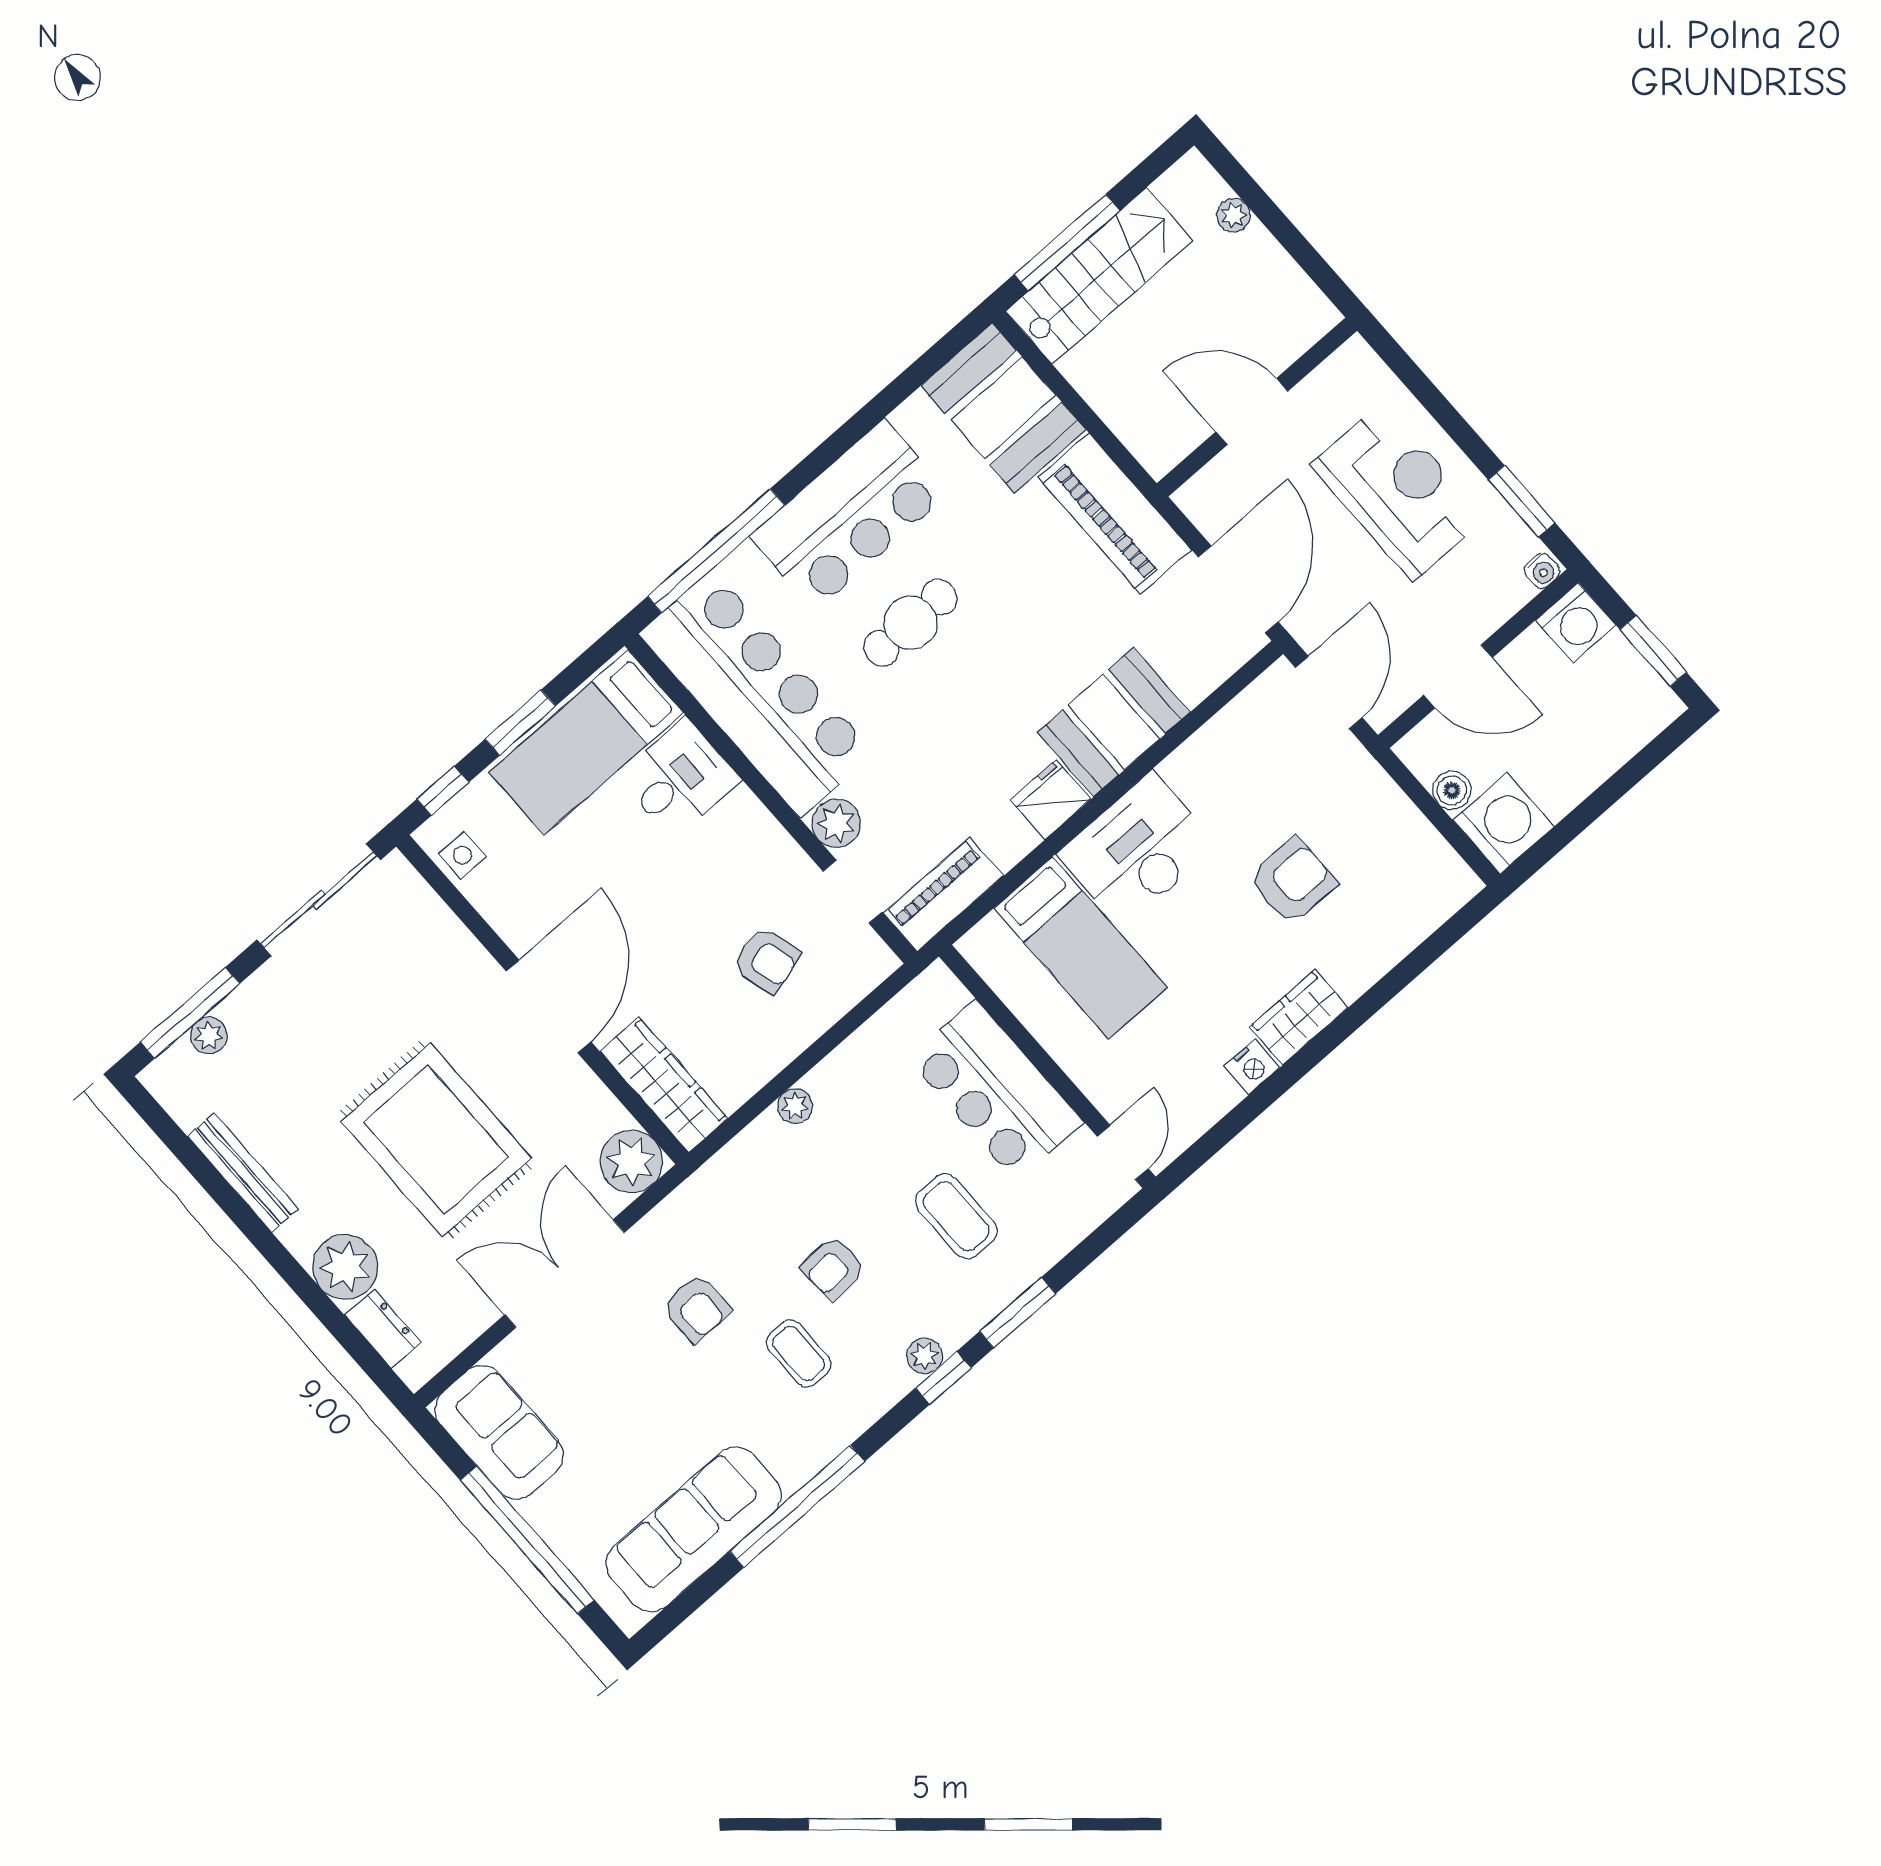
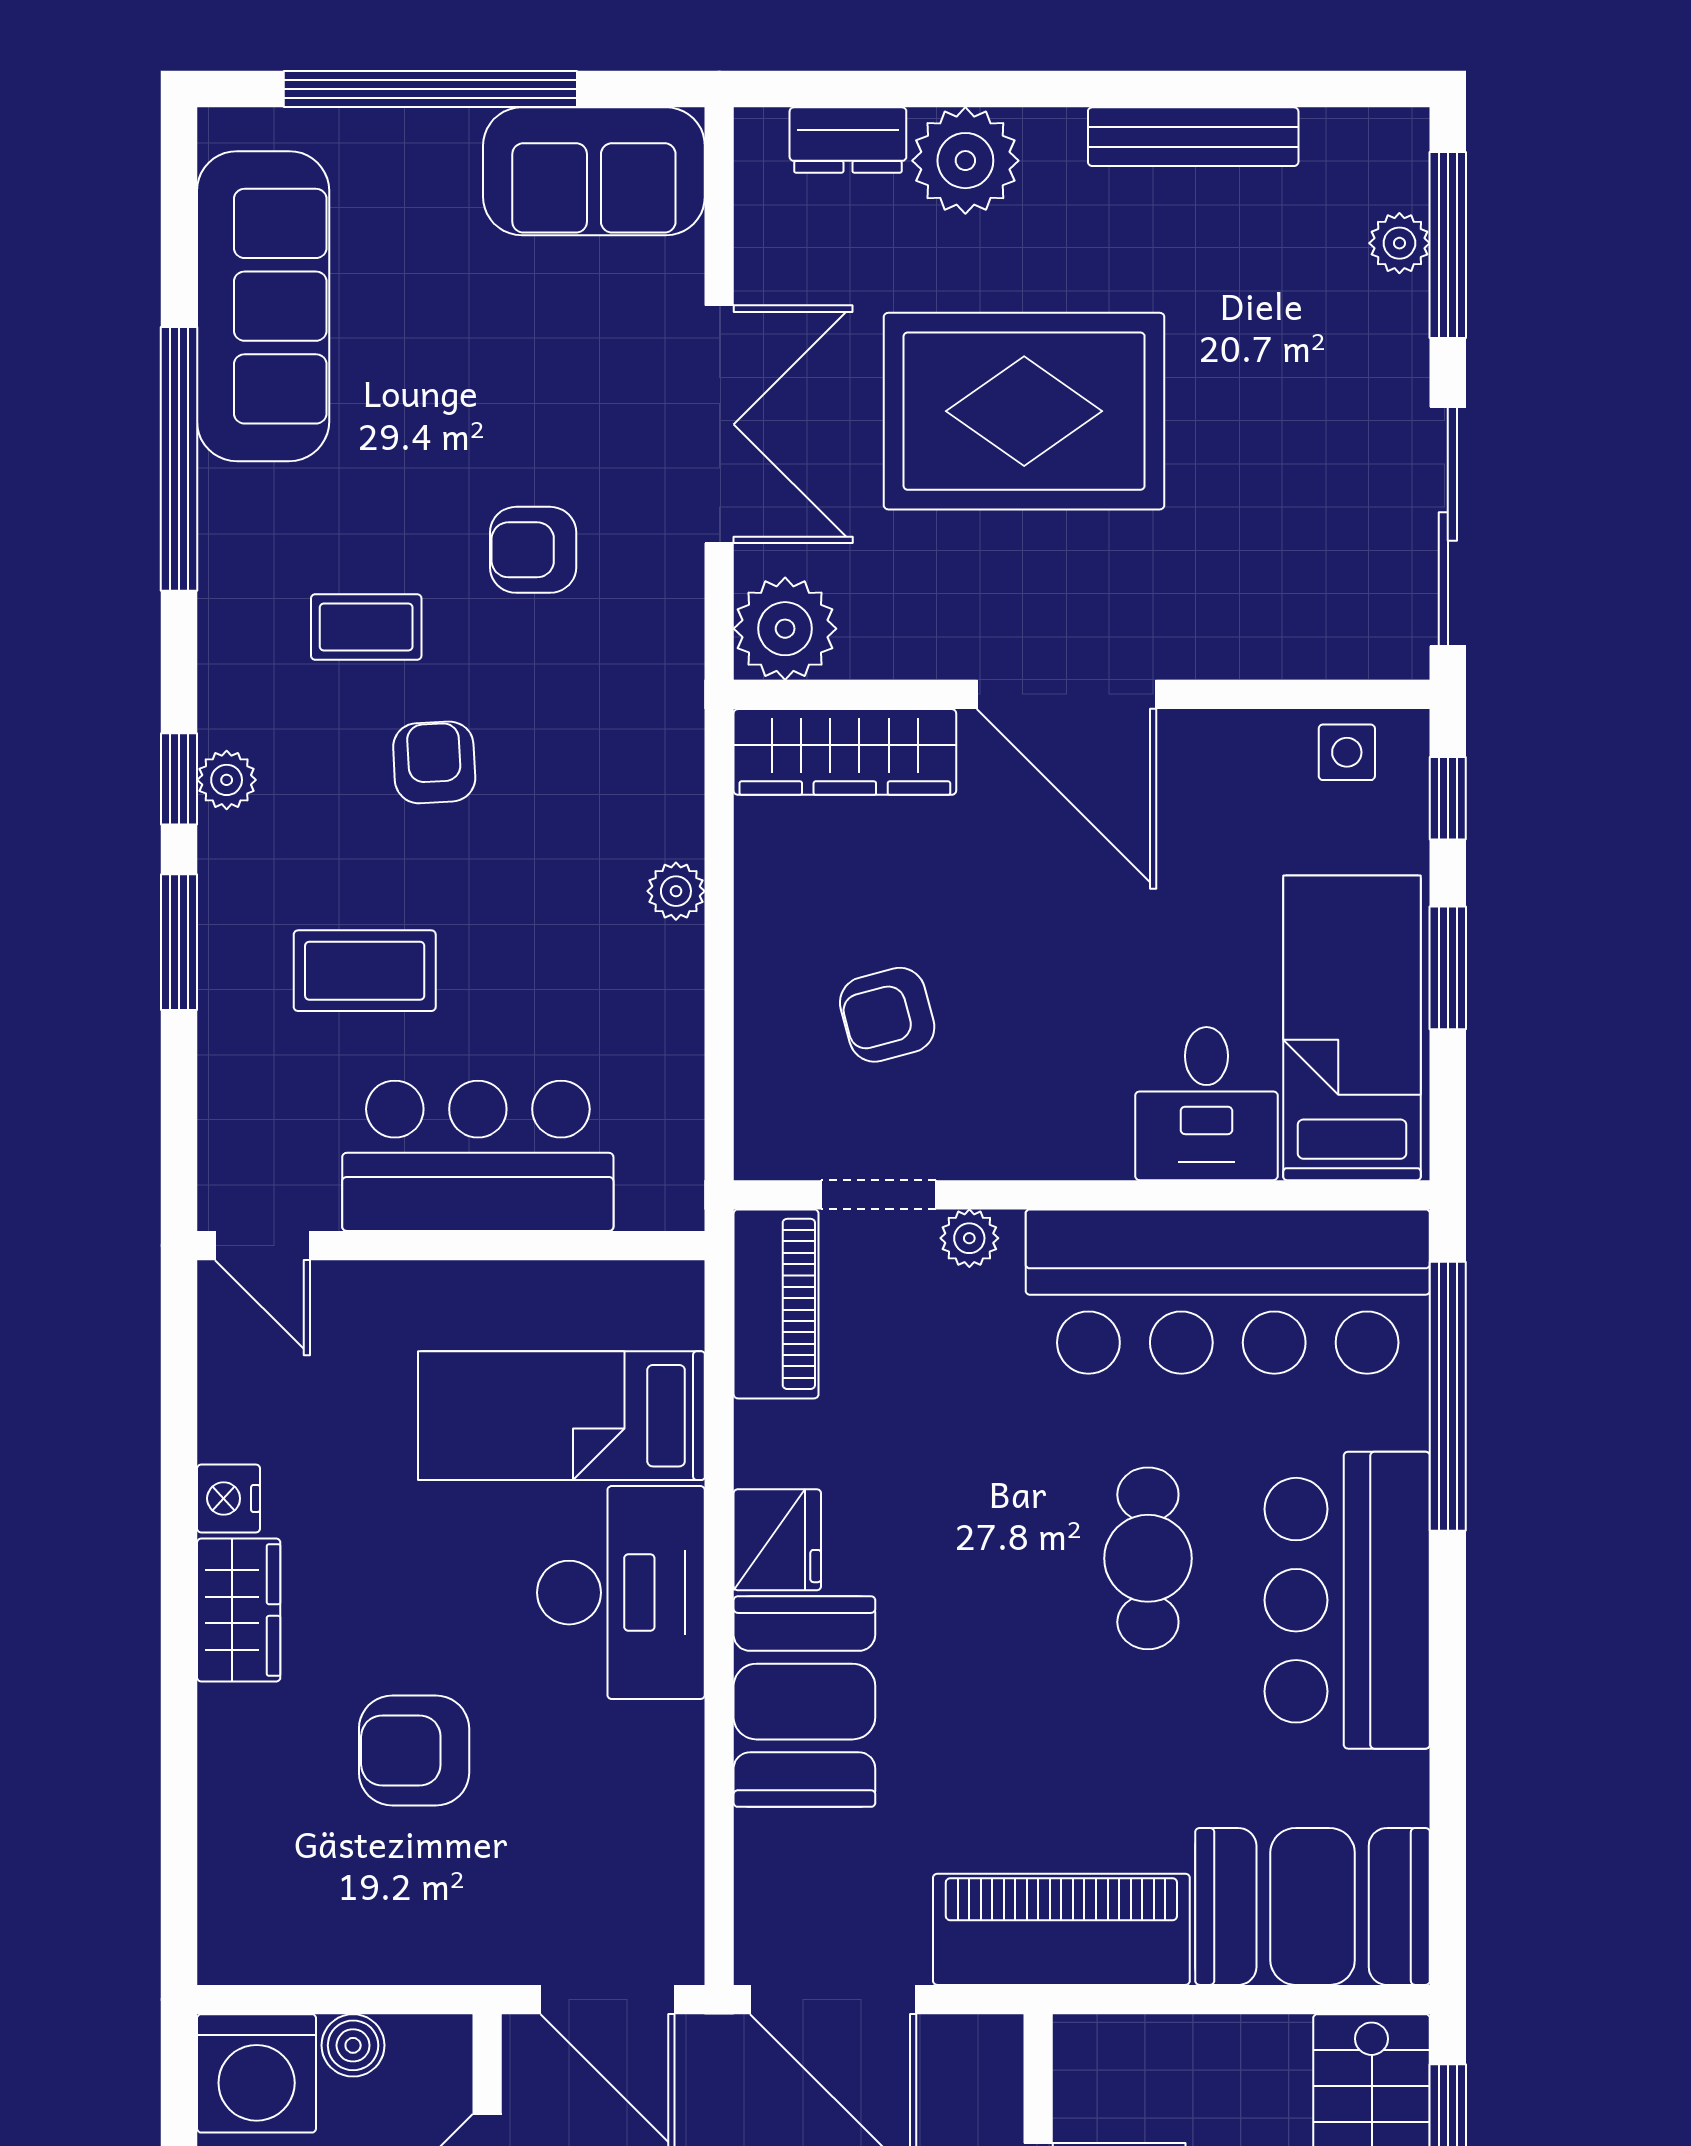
plant: (836, 823) -> (969, 1238), width x0.73, depth x0.73
armchair: (1293, 881) -> (414, 1751), turned 90

